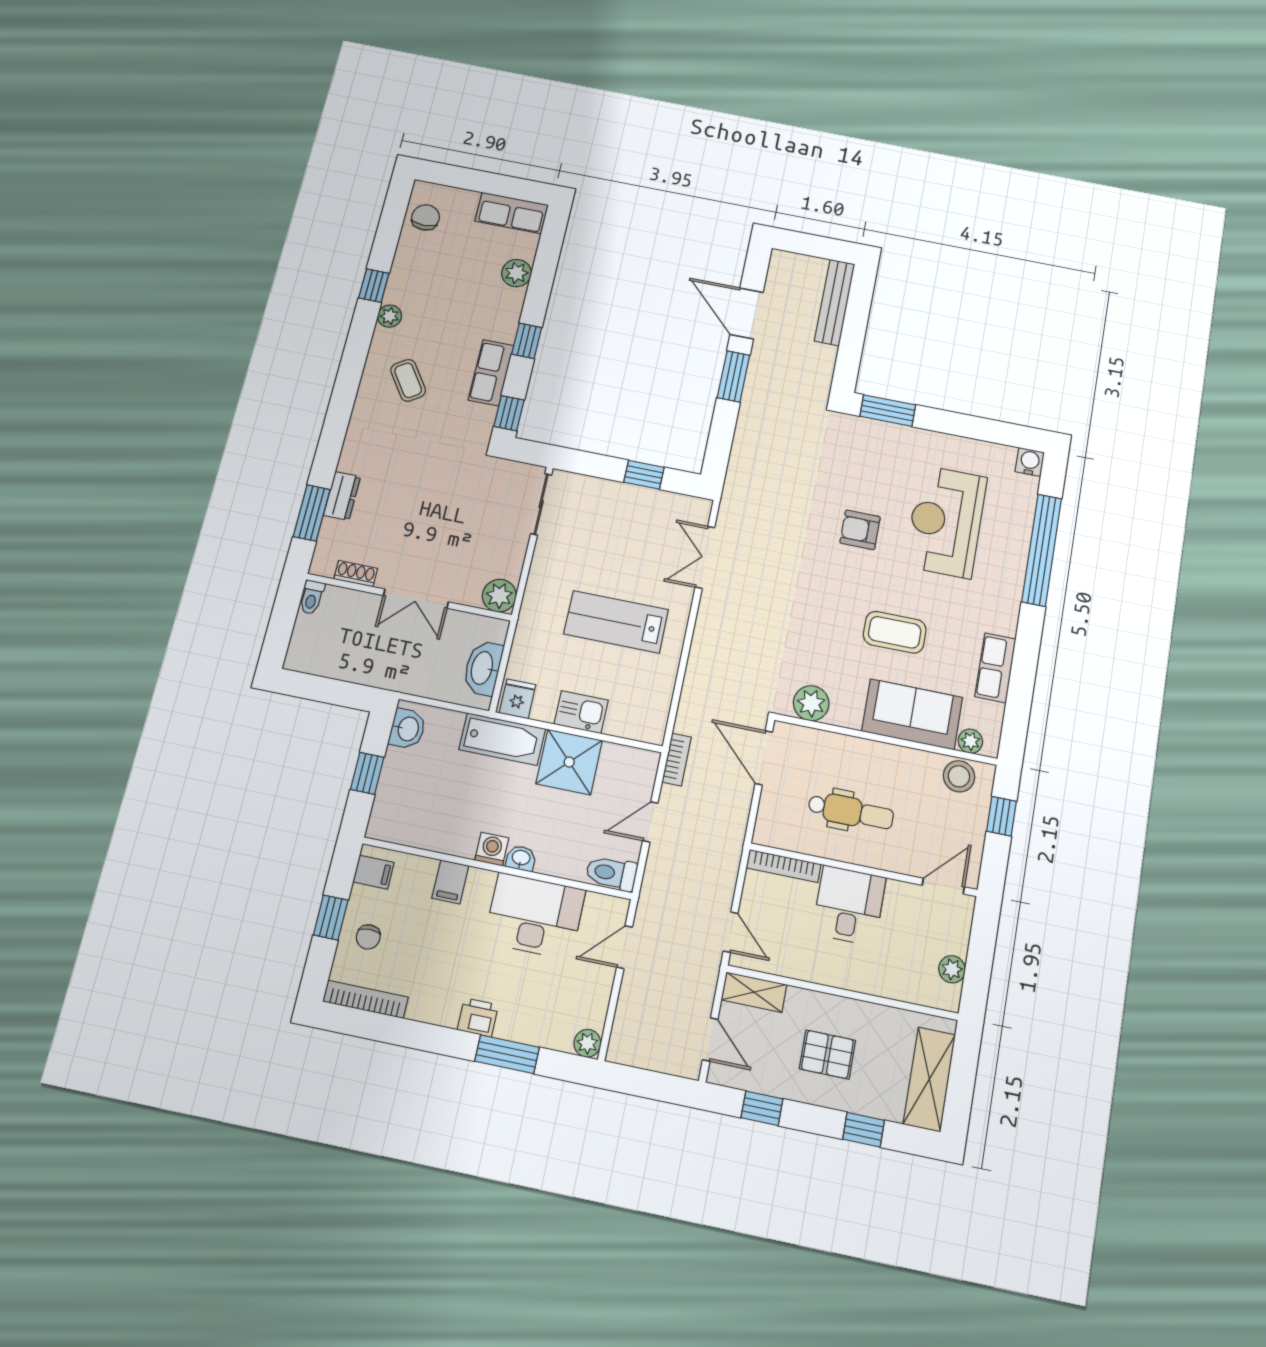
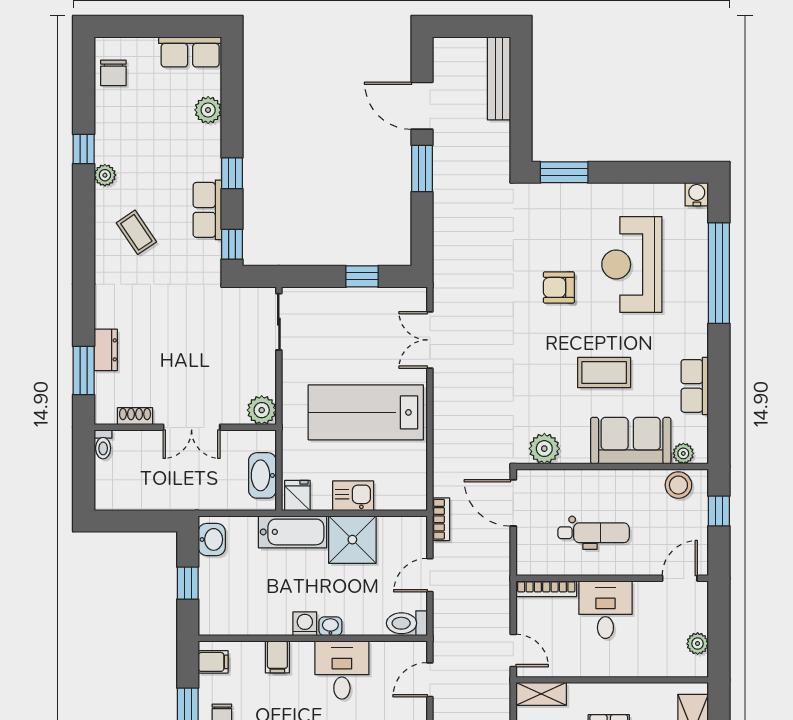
chair: (425, 217) -> (113, 73), turned 180
lab bench: (616, 622) -> (366, 412), width x1.36, depth x1.39
desk: (535, 916) -> (342, 670), width x0.73

